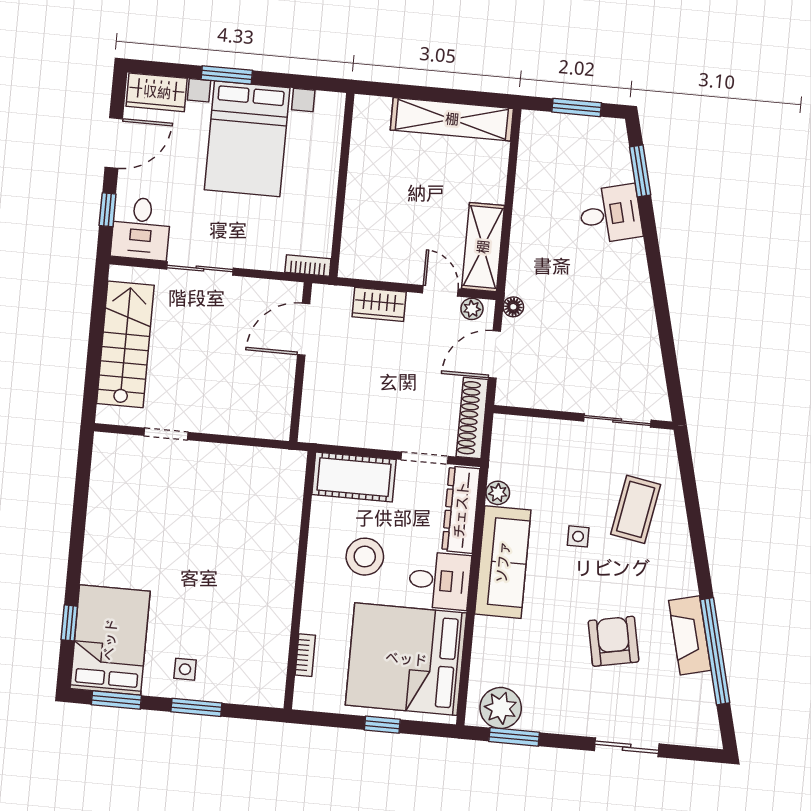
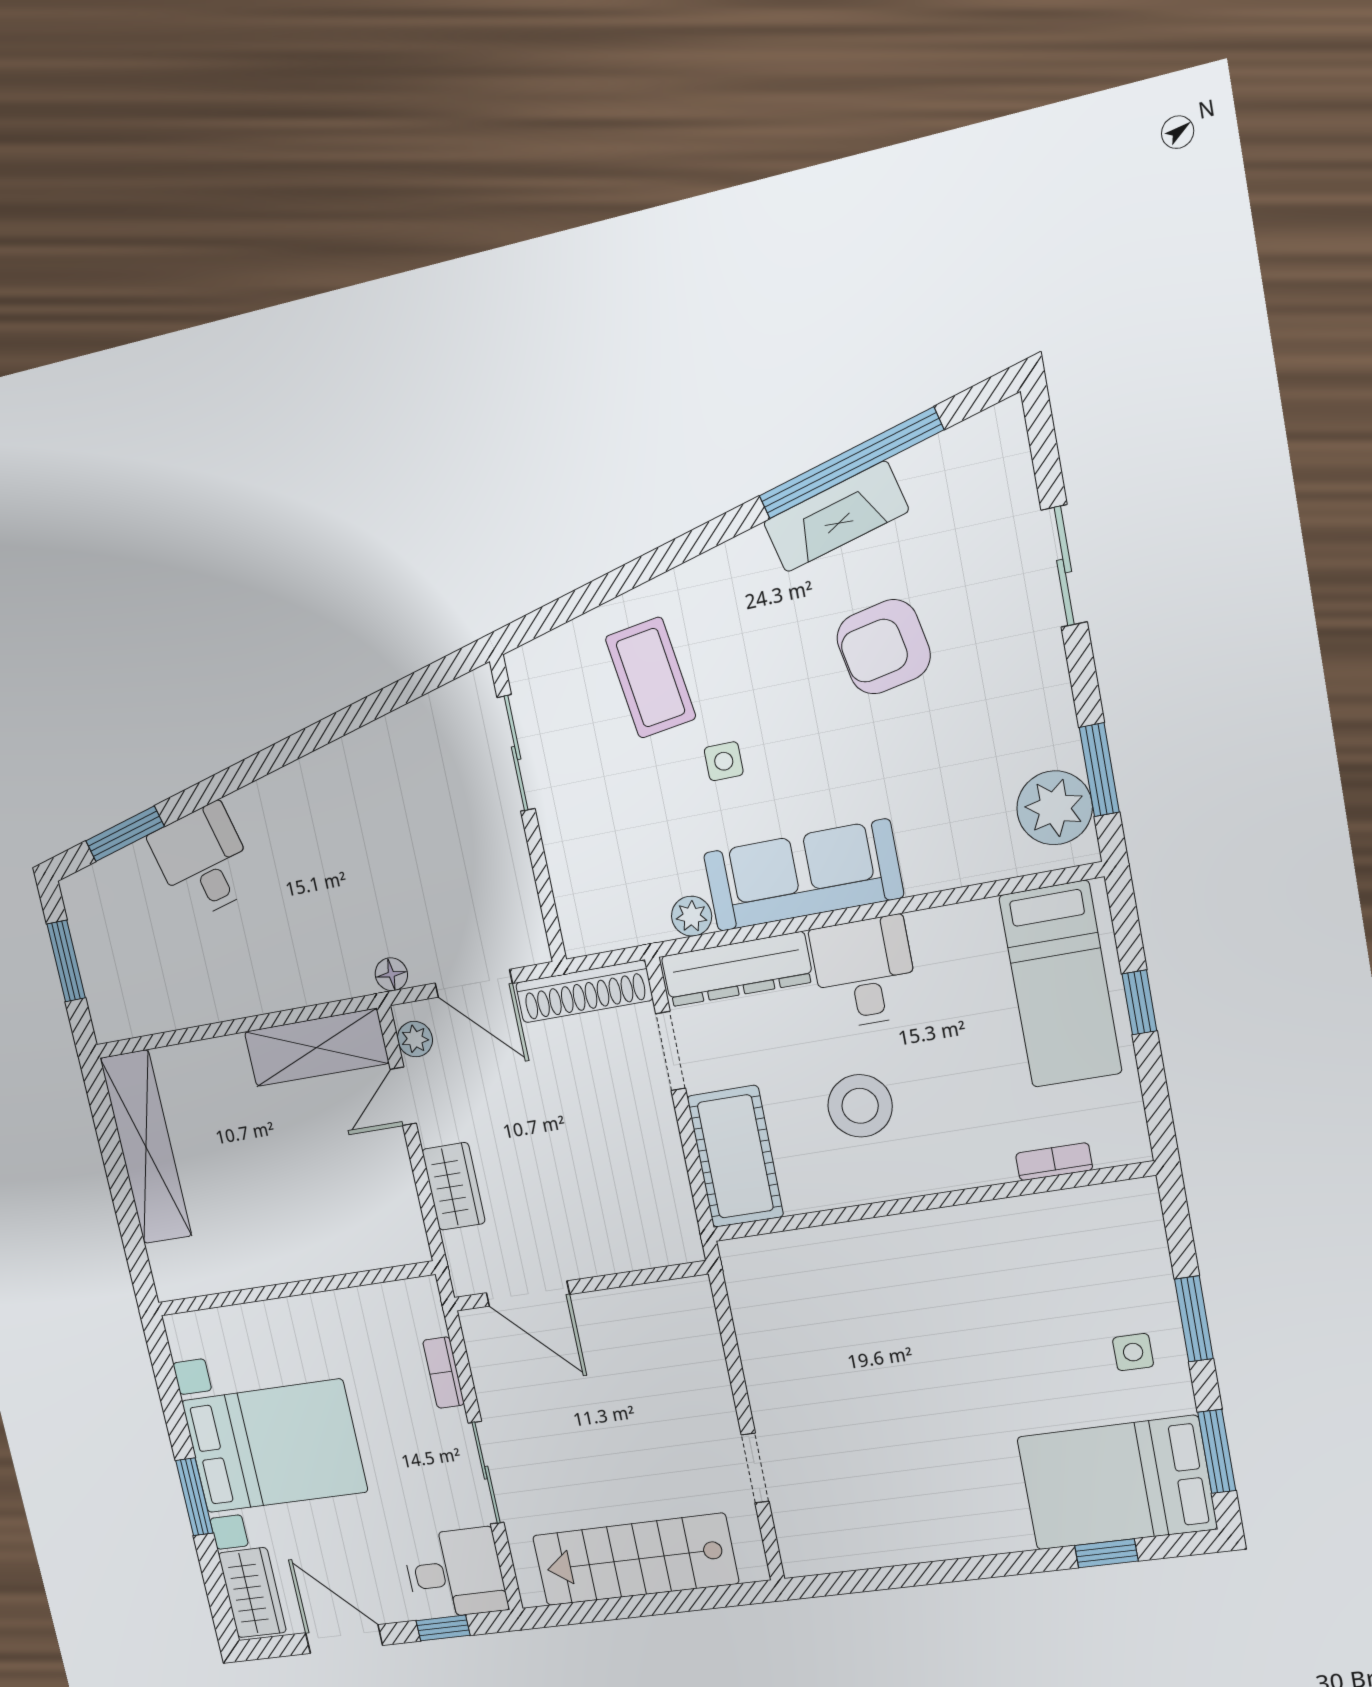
bookcase: (308, 265) -> (444, 1373), moved
coffee table: (636, 509) -> (651, 678), turned 72
bed: (406, 659) -> (1061, 984), width x0.49

